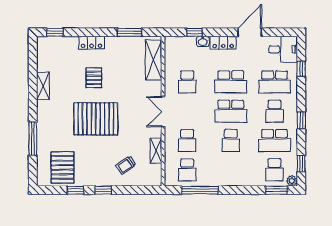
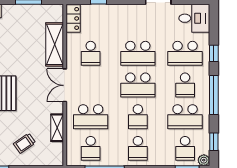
washbasin: (203, 41) -> (108, 10), removed
locker: (223, 43) -> (73, 18), moved, turned -90
shelving: (154, 60) -> (55, 44), moved
window: (301, 69) -> (214, 53), moved
window: (301, 121) -> (214, 95), width x2.17
school desk: (187, 141) -> (91, 117), width x1.85
school desk: (231, 170) -> (138, 148), added

